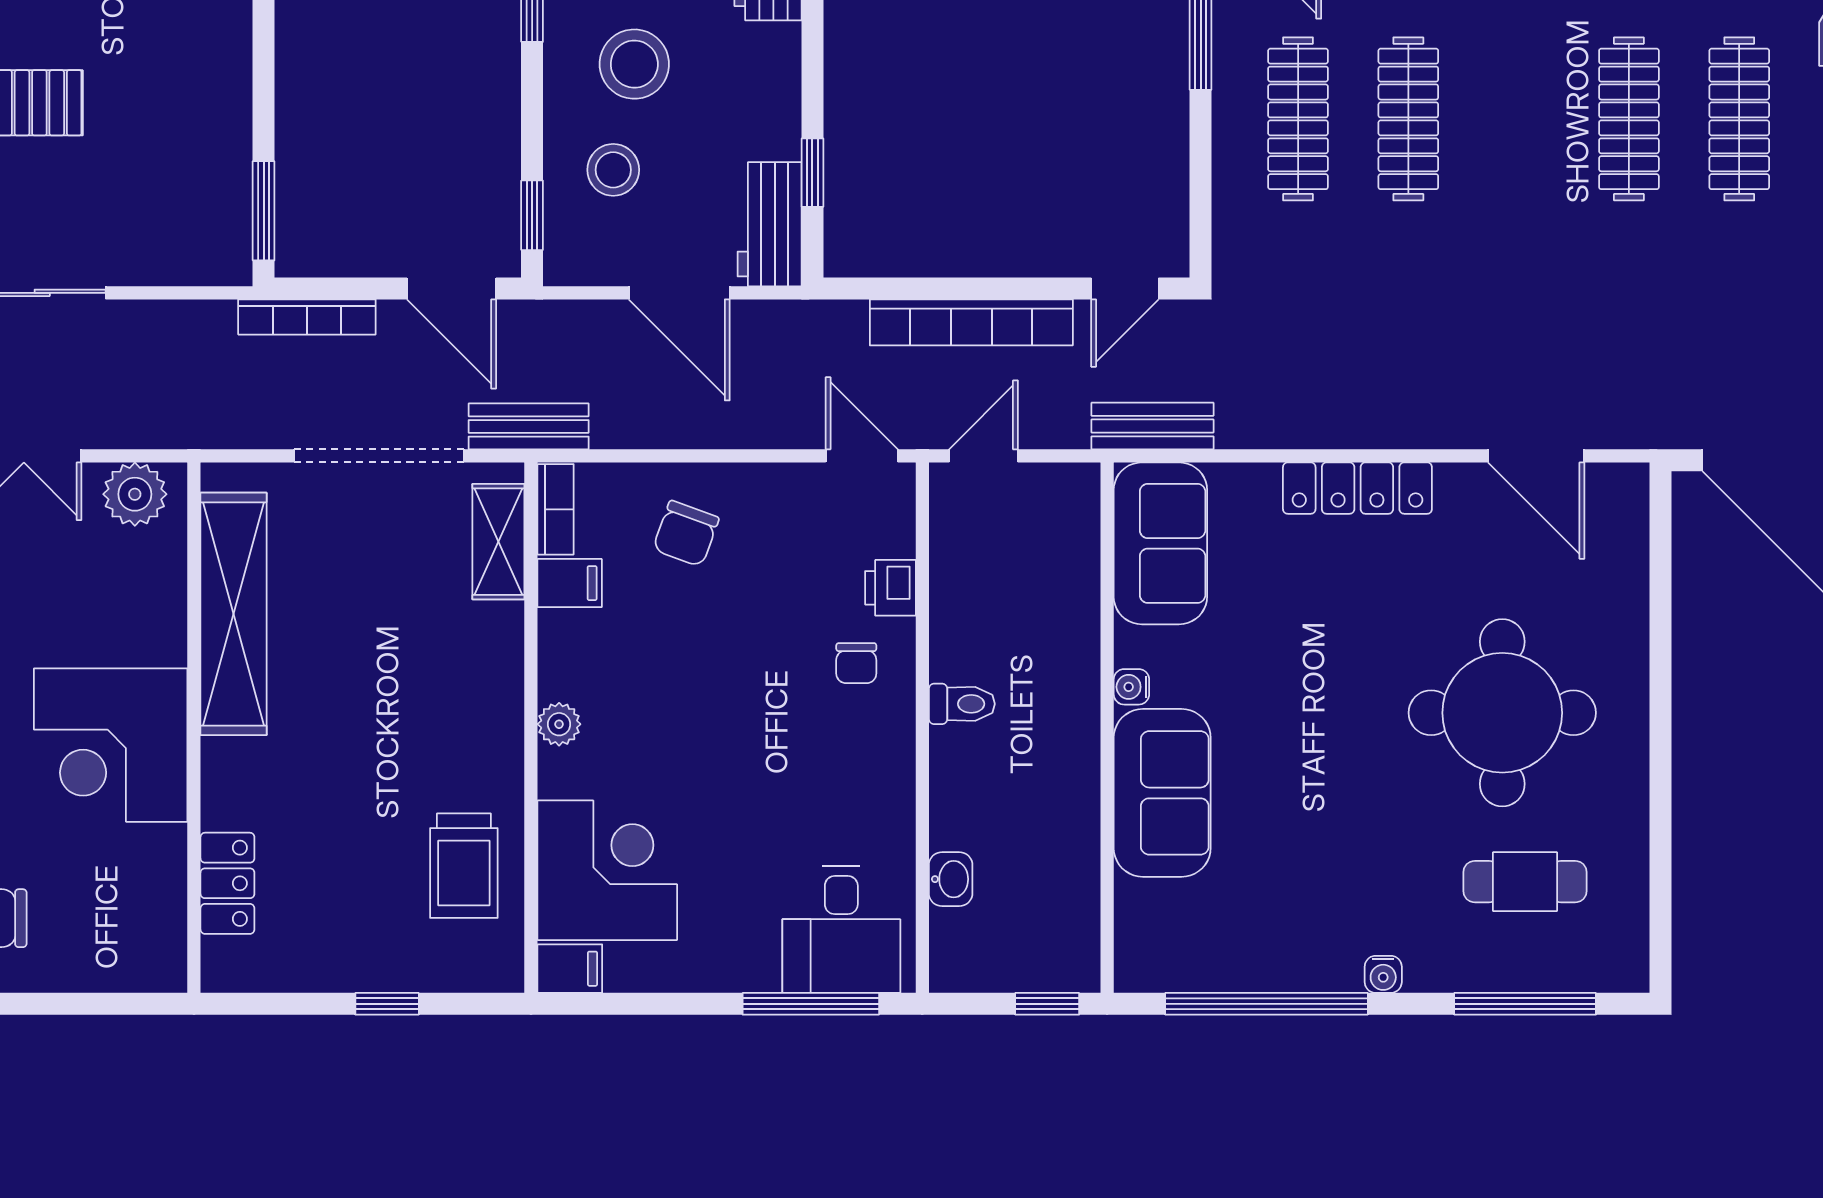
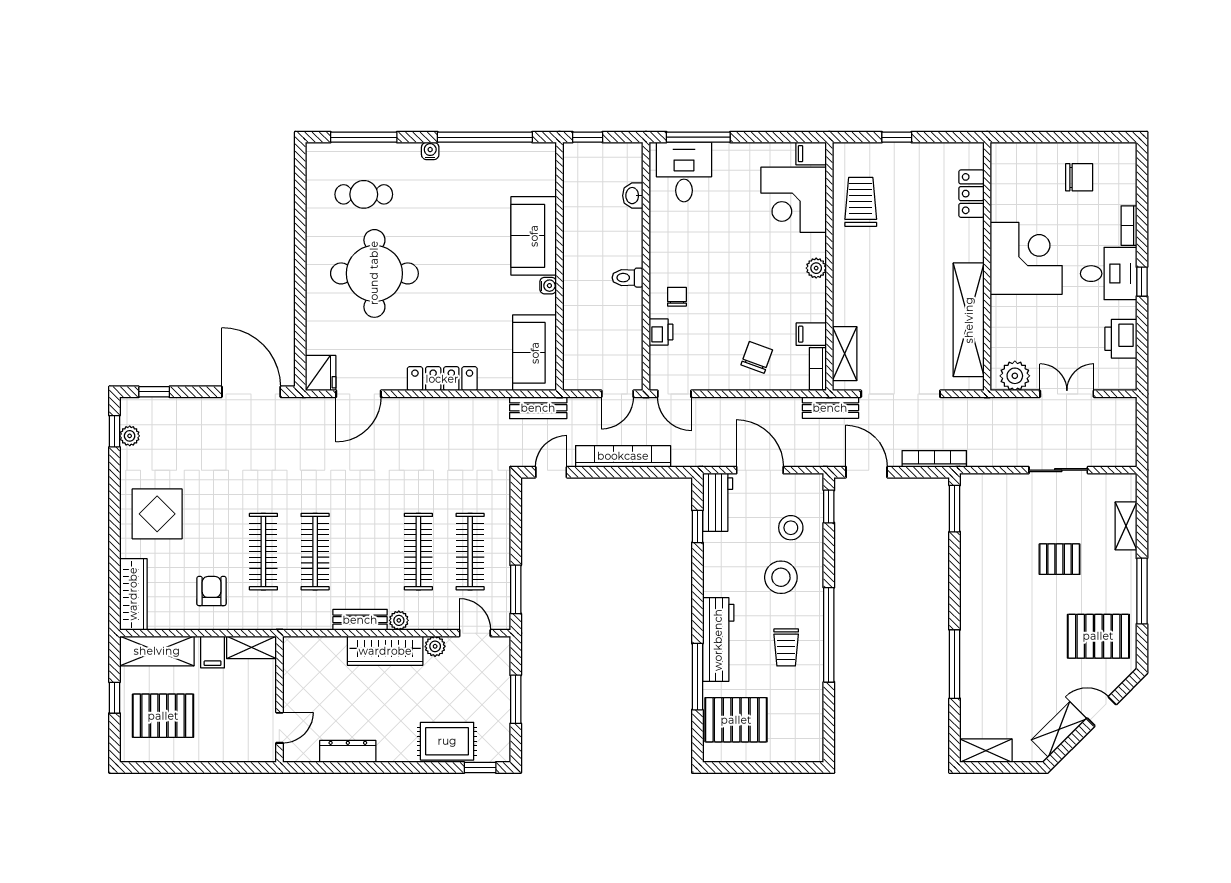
door: (1536, 456) -> (359, 394), swing flipped
fridge: (1617, 500) -> (321, 373), added

